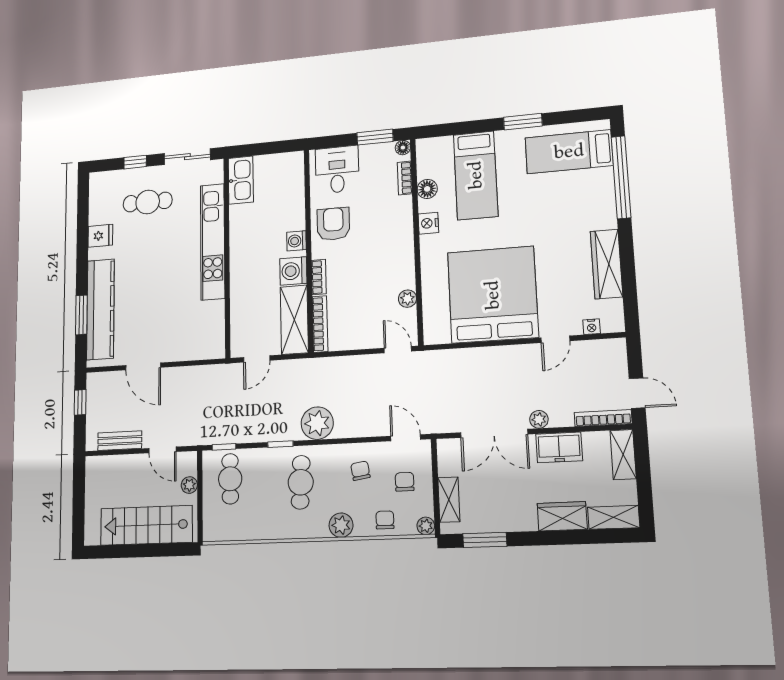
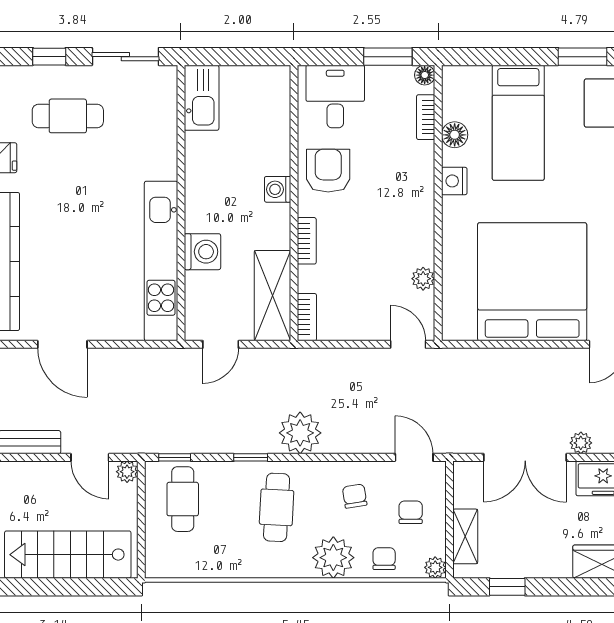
kitchen unit: (213, 242) -> (161, 261), moved
washing machine: (293, 271) -> (202, 252), moved, turned 180
bookcase: (320, 324) -> (307, 317), width x0.64
plant: (189, 485) -> (127, 472), moved
plant: (341, 525) -> (333, 558), width x1.36, depth x1.36
window: (485, 540) -> (507, 587), width x0.67

